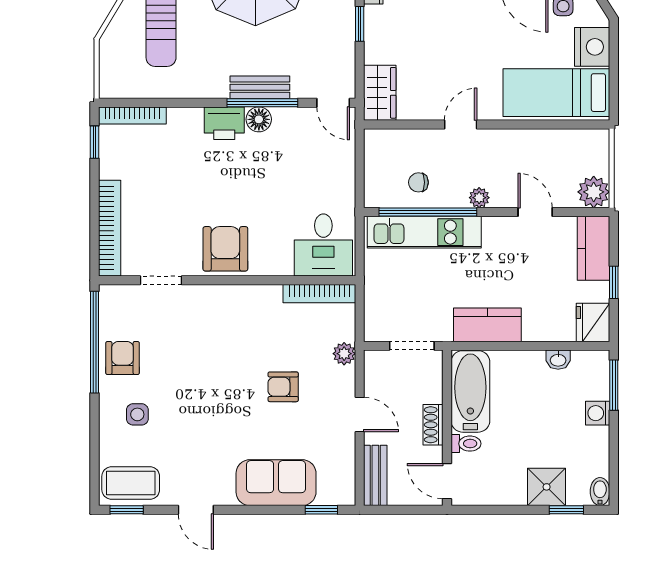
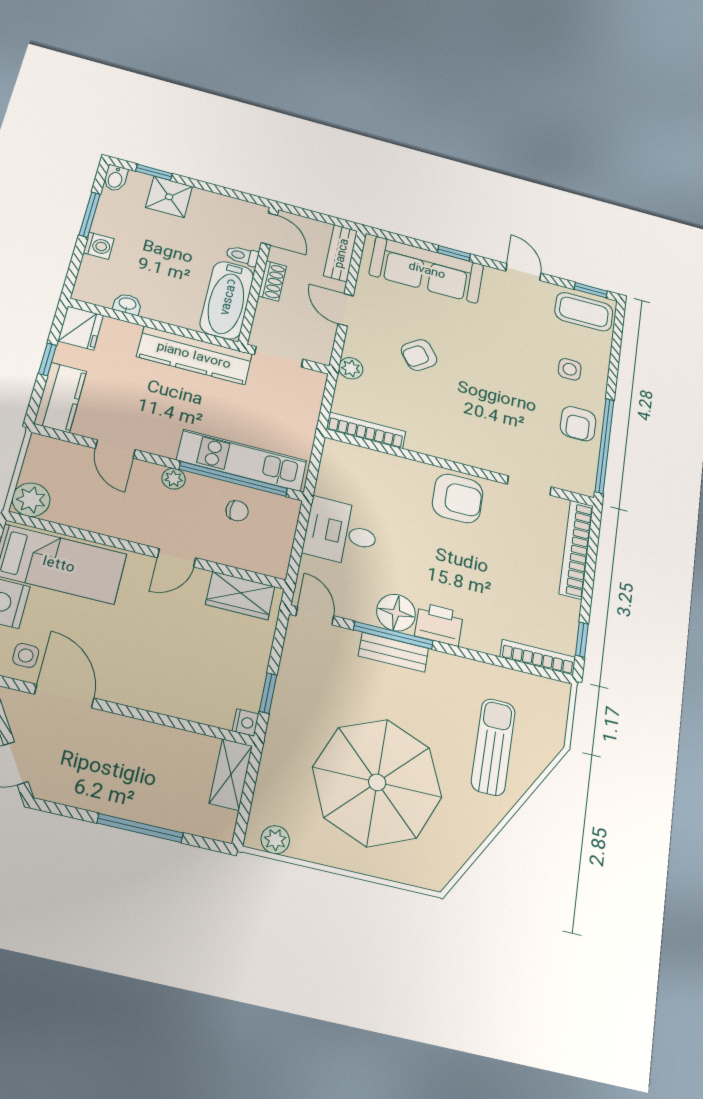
wardrobe: (380, 93) -> (240, 596), moved, turned -90
floor lamp: (259, 119) -> (396, 613), width x1.38, depth x1.38
plant: (594, 192) -> (31, 500), moved
desk: (323, 245) -> (341, 532), moved, turned -90
armchair: (225, 249) -> (458, 498), turned -90
kitchen counter: (487, 325) -> (194, 355), width x1.50
window: (614, 385) -> (90, 215), moved
armchair: (283, 387) -> (419, 355), turned 144
sofa: (276, 483) -> (427, 270), width x1.36
window: (321, 510) -> (454, 253), moved

